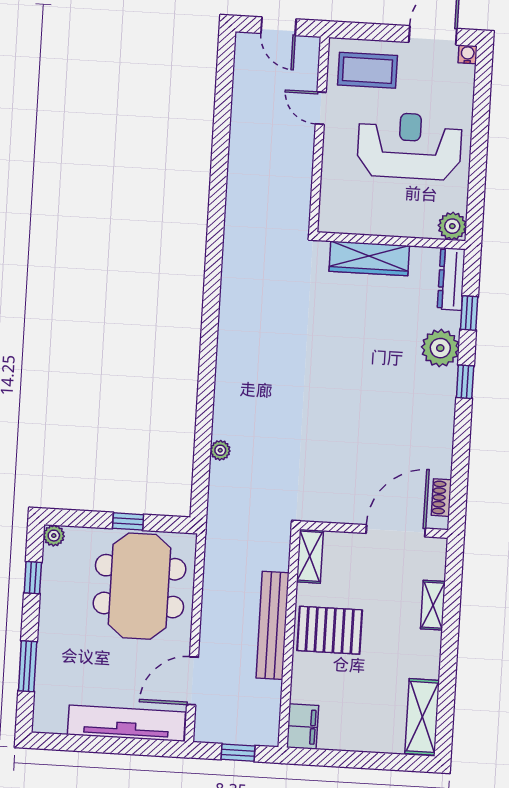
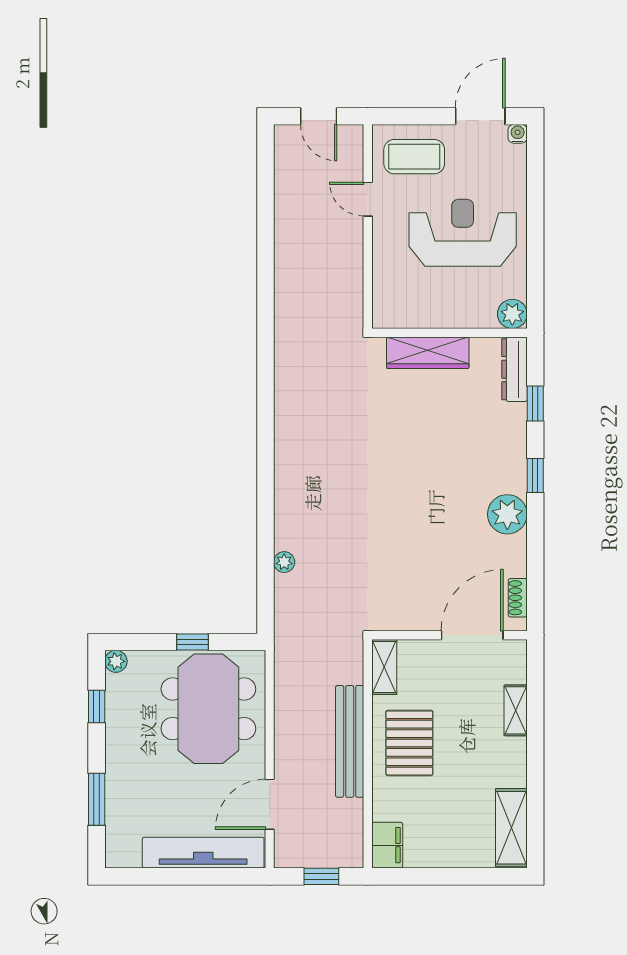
plant: (440, 348) -> (507, 514), moved
pallet: (330, 630) -> (409, 743), turned 90

